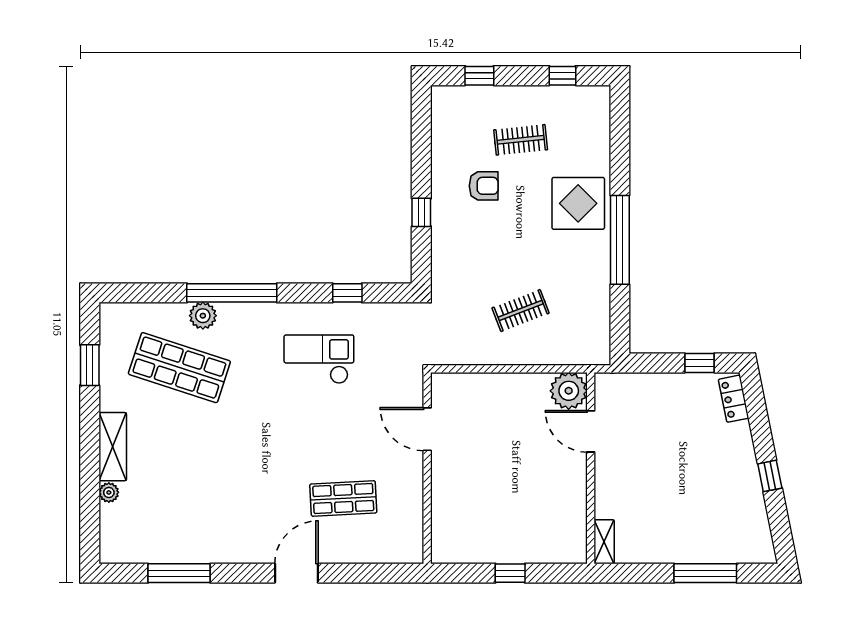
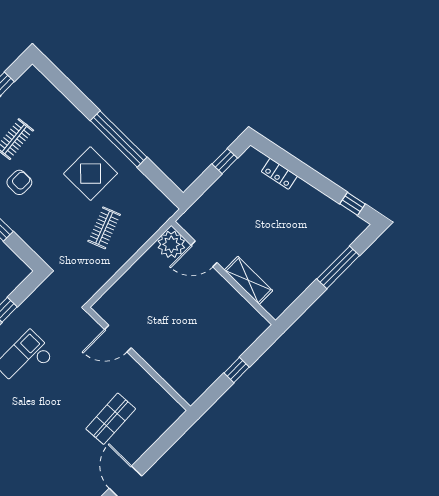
display table: (578, 203) -> (91, 174), moved
locker: (734, 399) -> (279, 174), moved
window: (770, 476) -> (353, 204), moved
shelving: (604, 542) -> (248, 280), moved, width x1.50, depth x1.33

